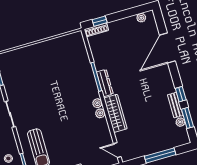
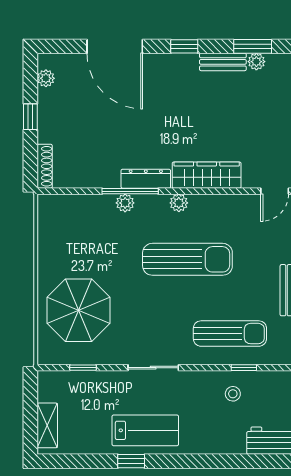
window: (100, 21) -> (30, 117), moved
parasol: (28, 68) -> (78, 310), added
window: (181, 94) -> (184, 46), moved
plant: (100, 113) -> (125, 203), moved
sun lounger: (70, 116) -> (187, 259), added

